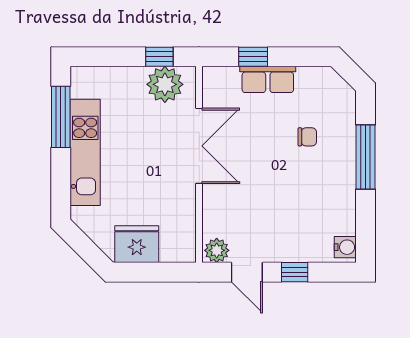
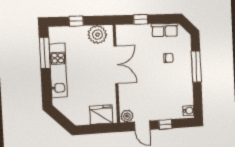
window: (159, 57) -> (76, 21), moved
row of seats: (268, 79) -> (165, 30), moved
fridge: (137, 244) -> (101, 115), moved

